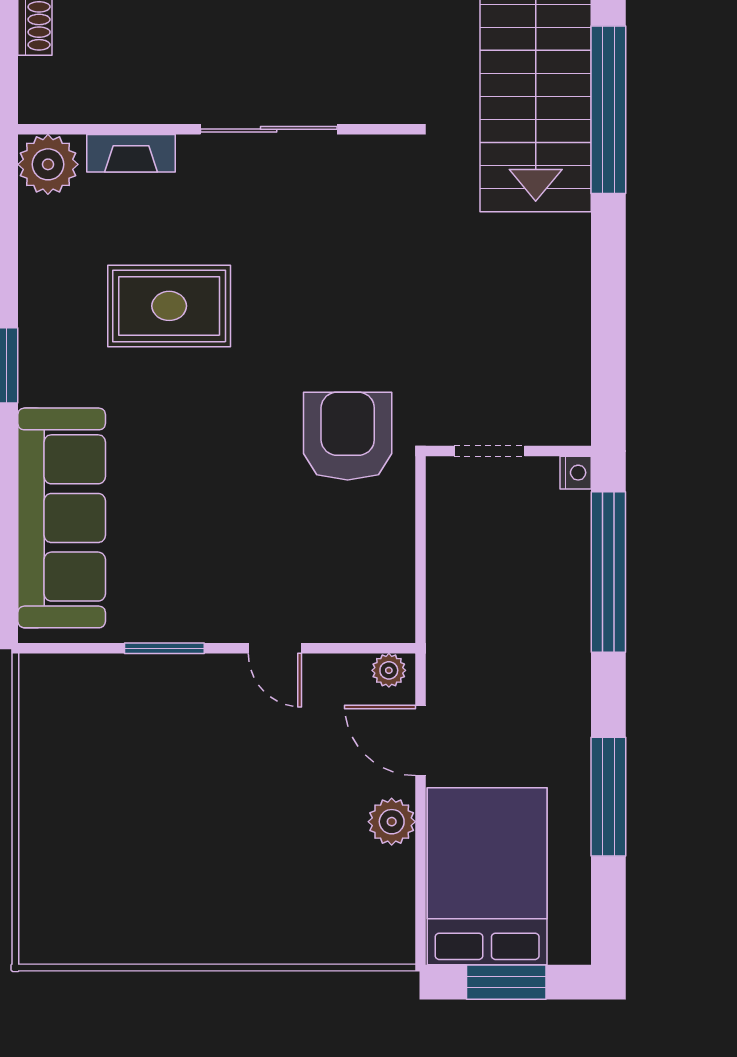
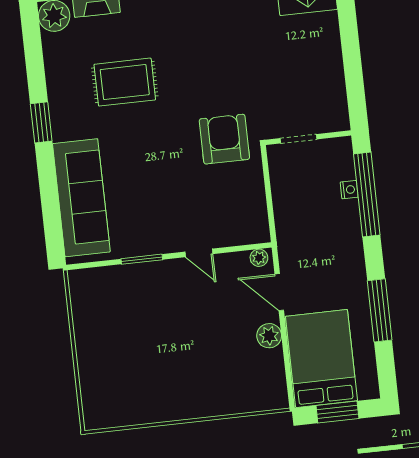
nightstand: (576, 473) -> (349, 190), moved

